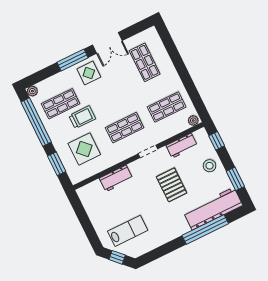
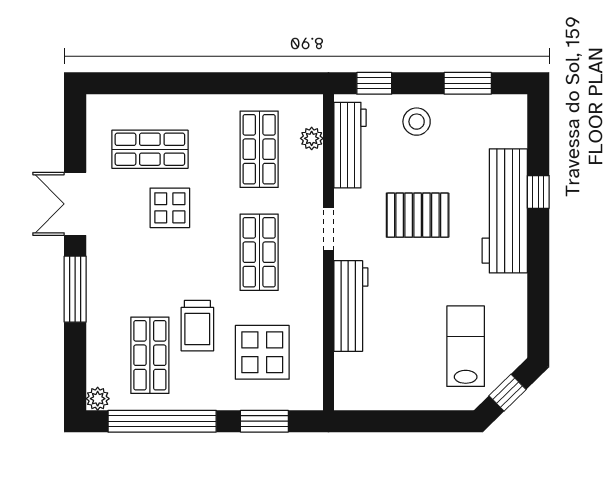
double door: (107, 43) -> (75, 204), swing flipped
display table: (89, 73) -> (170, 208), moved
trolley: (82, 117) -> (197, 326), turned 180
plant: (193, 121) -> (312, 138), moved
workbench: (182, 146) -> (350, 145), width x1.38
workbench: (116, 178) -> (351, 306), width x1.38
workbench: (213, 209) -> (505, 211), moved
window: (205, 230) -> (538, 192), width x0.32

